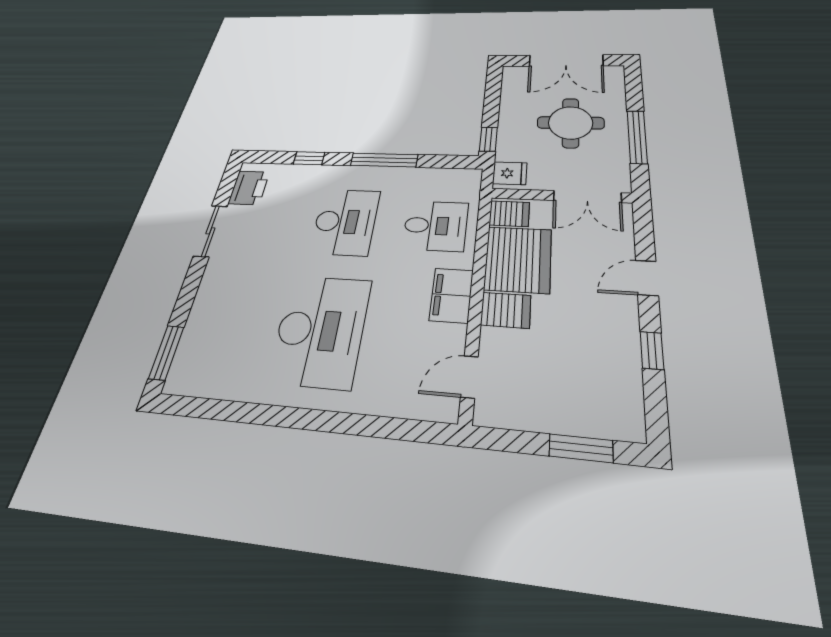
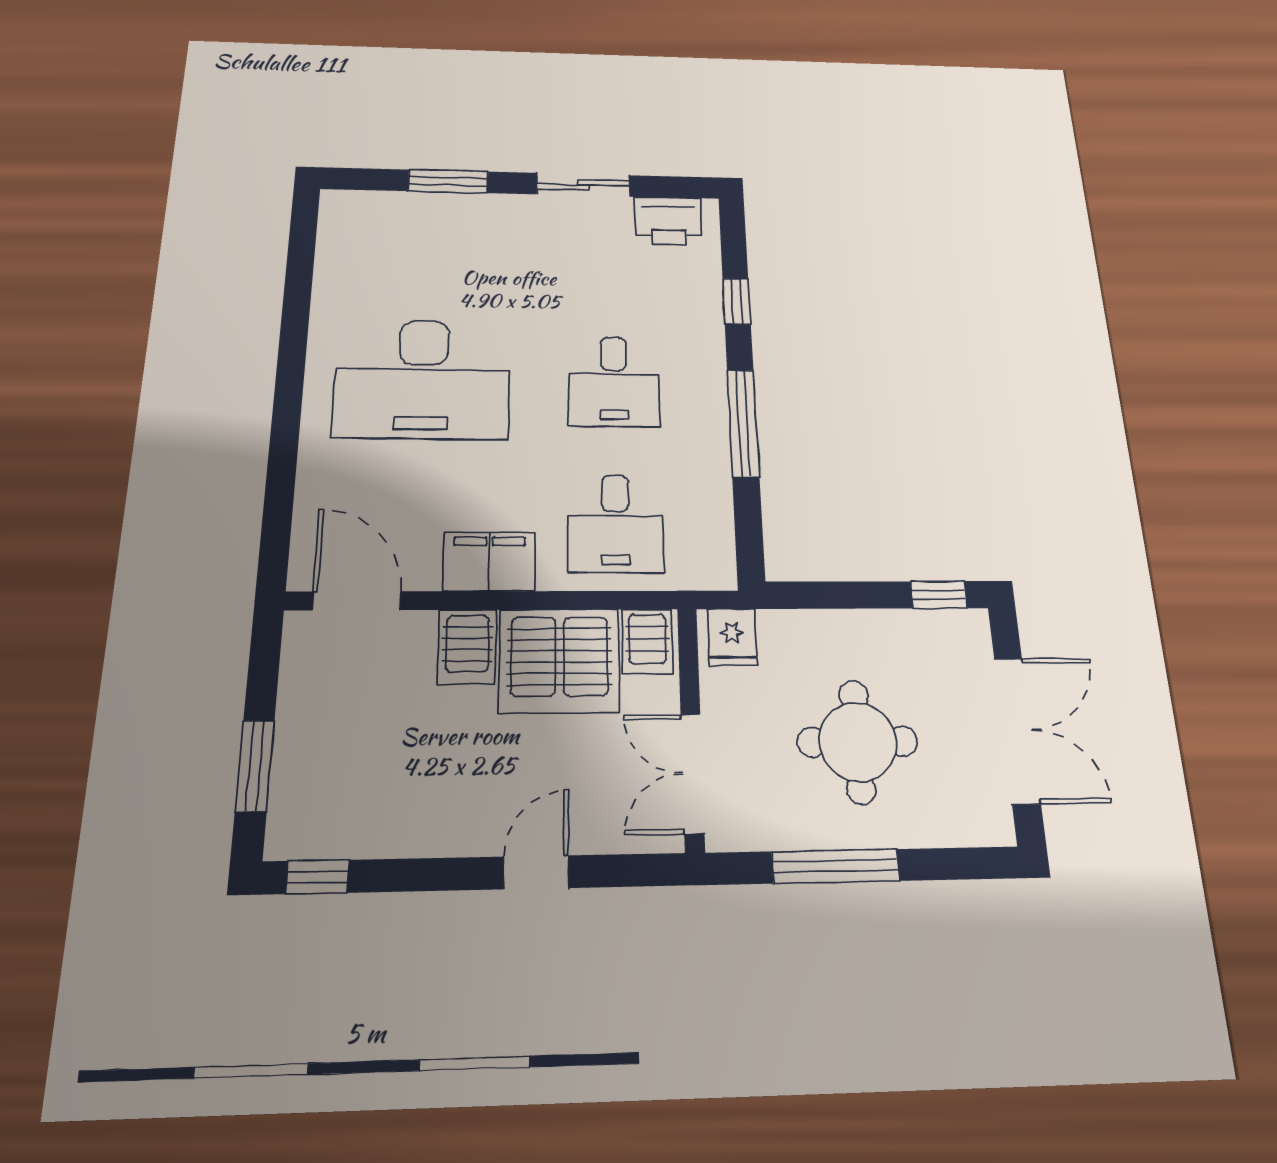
double door: (566, 60) -> (1017, 730), swing flipped
window: (488, 139) -> (939, 595), moved
desk: (345, 222) -> (614, 381), width x0.73
door: (647, 278) -> (536, 872), hinge flipped
window: (652, 350) -> (317, 877), moved
window: (166, 353) -> (448, 181), moved
door: (469, 377) -> (357, 601), width x1.38

